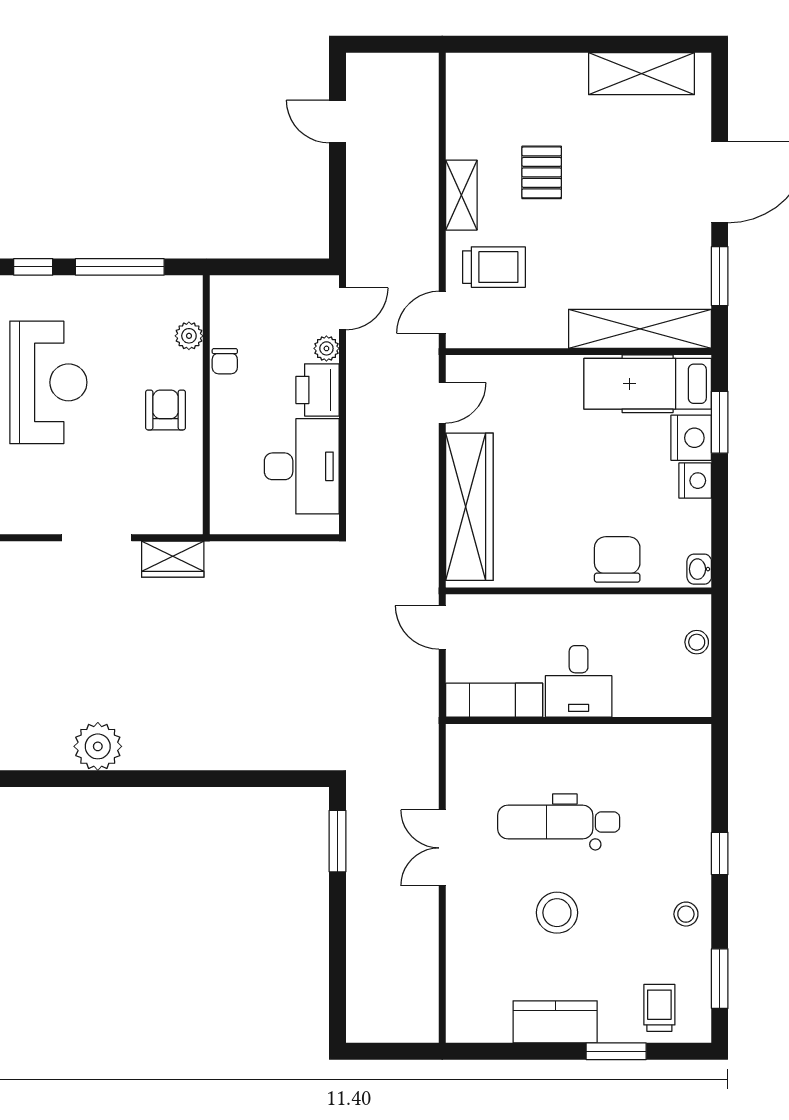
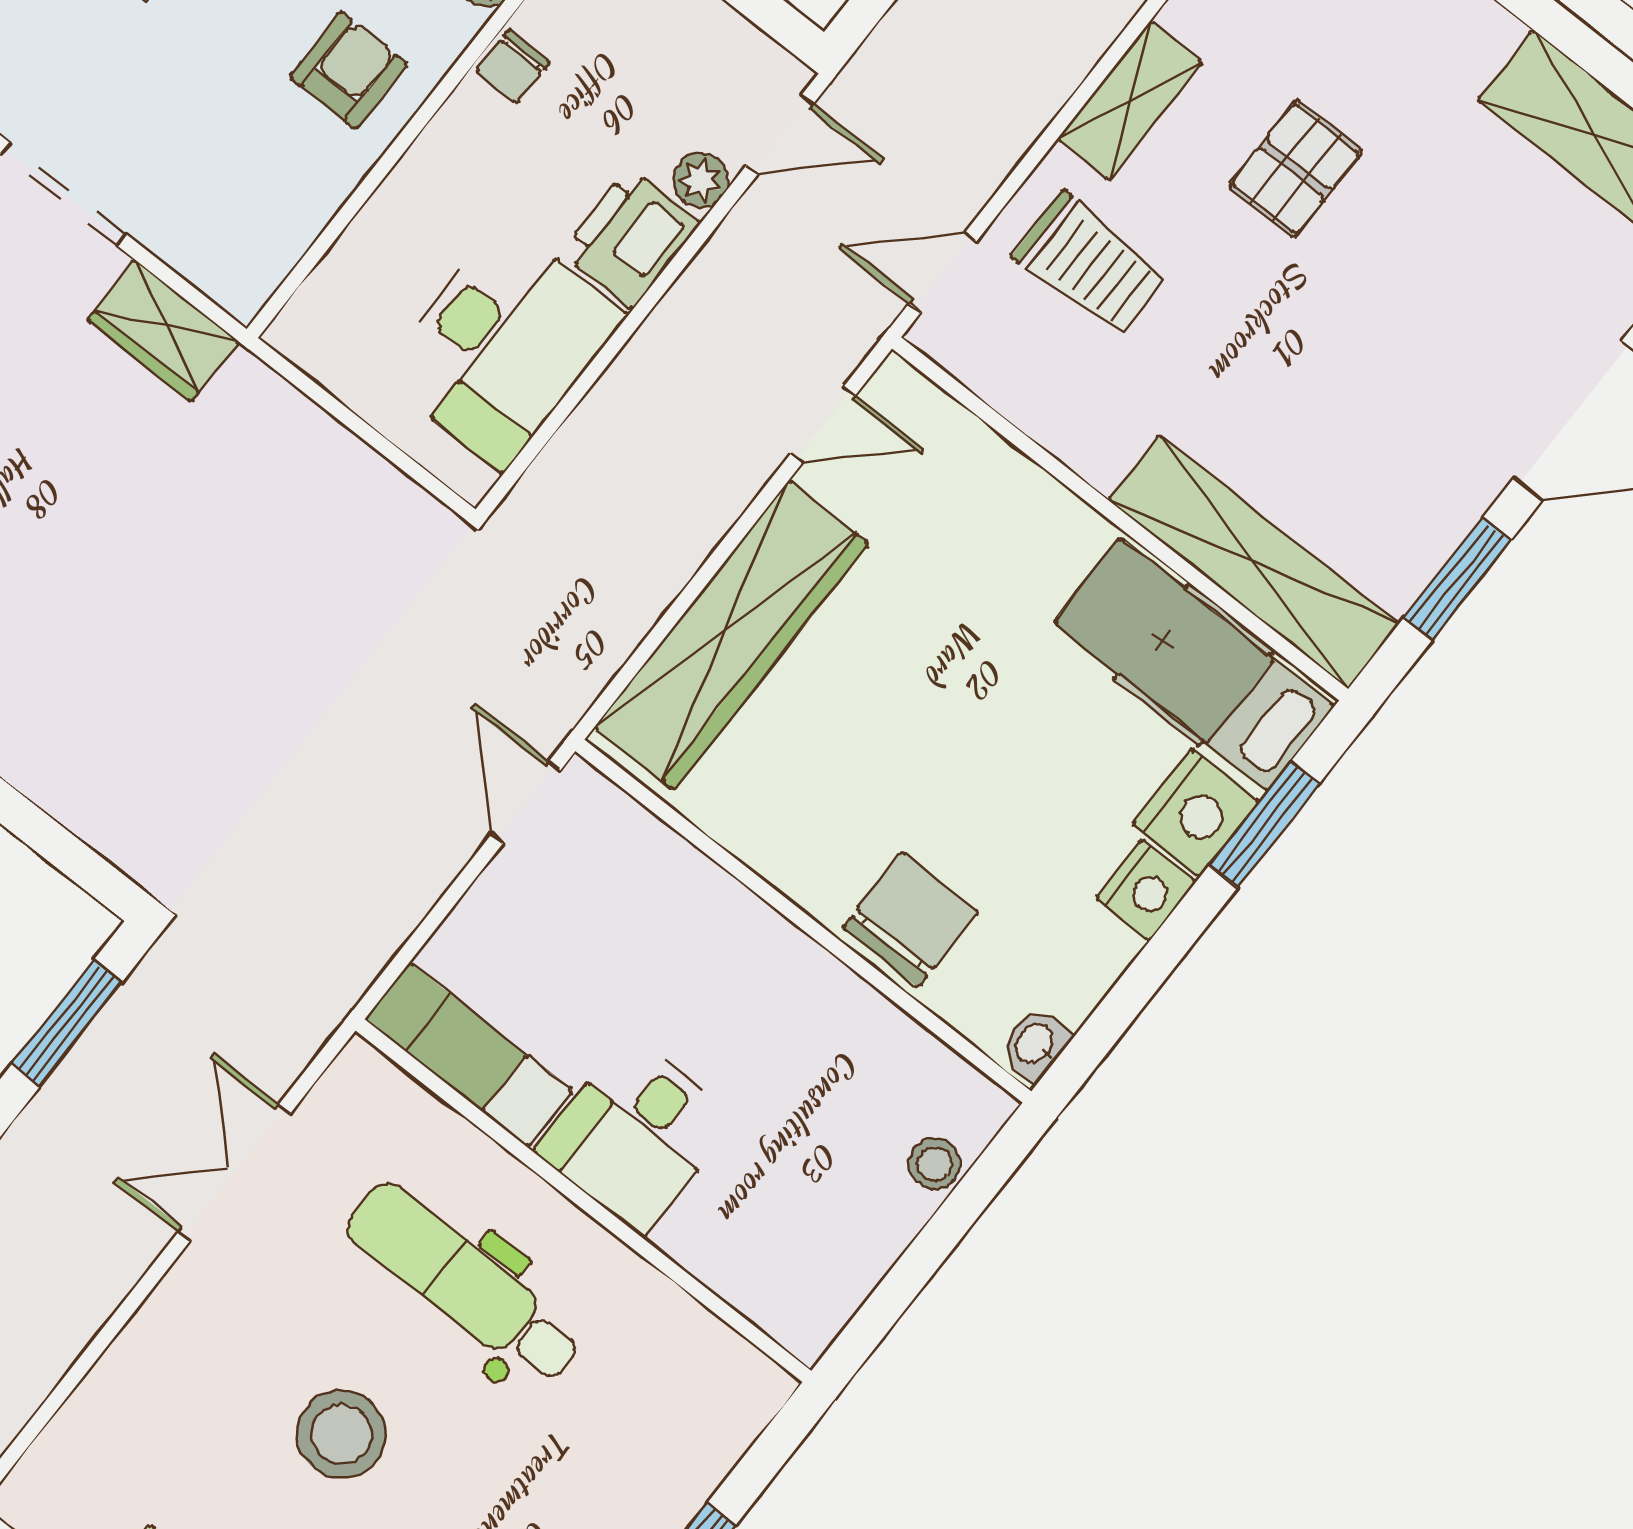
desk: (579, 681) -> (635, 1135), moved
exam couch: (494, 700) -> (469, 1055), moved
wall: (578, 721) -> (583, 1201), moved

